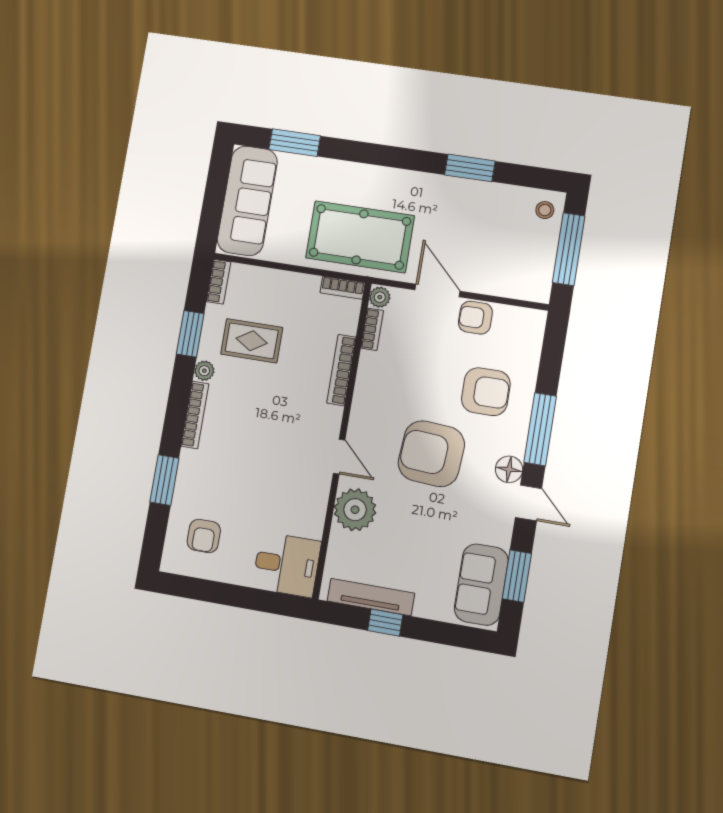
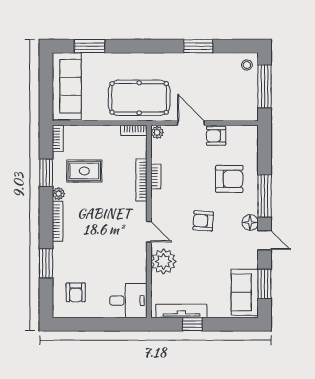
bookcase: (372, 329) -> (156, 177), moved
armchair: (431, 454) -> (203, 221), width x0.53, depth x0.53

